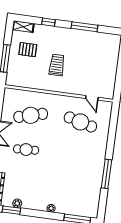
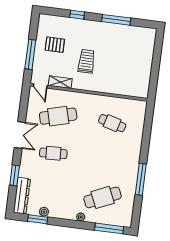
shelving: (23, 27) -> (60, 82), moved
door: (92, 98) -> (40, 86), moved
cafe table: (80, 122) -> (112, 123), width x0.73, depth x0.74
cafe table: (71, 190) -> (103, 197), added

